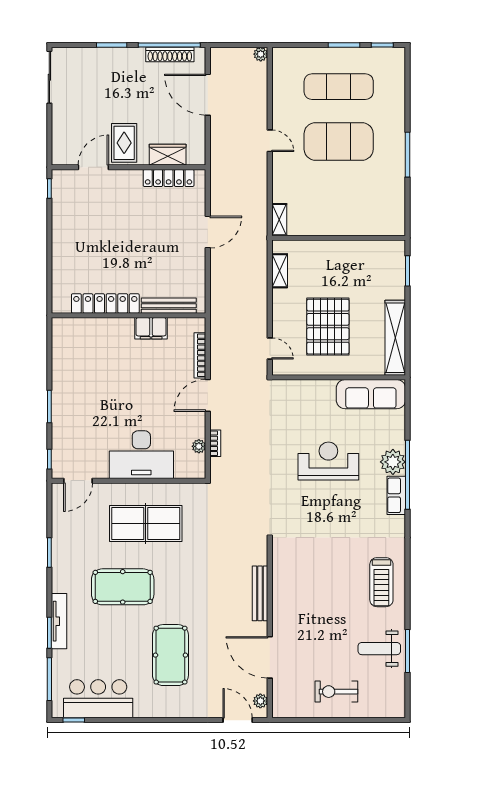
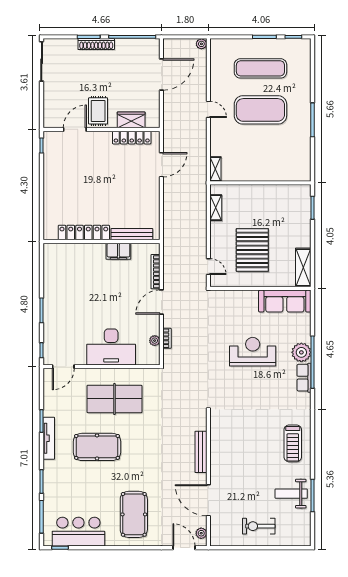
shoe rack: (170, 55) -> (96, 44), moved
door: (208, 95) -> (161, 75), swing flipped
door: (208, 232) -> (161, 165), moved
shelving: (395, 338) -> (303, 267), width x0.68
tv unit: (59, 621) -> (49, 438), moved
pool table: (170, 655) -> (134, 514), moved

